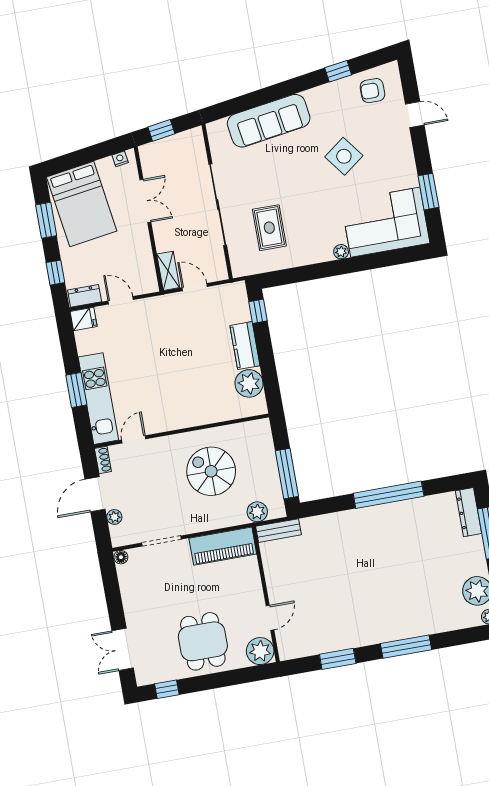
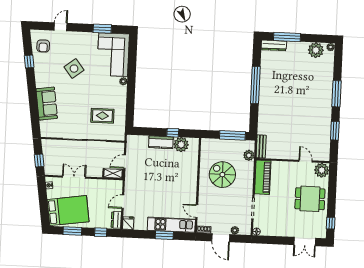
sofa: (269, 121) -> (47, 104), width x0.73
window: (258, 311) -> (173, 133), moved
spiral stairs: (211, 471) -> (222, 175), turned 90

